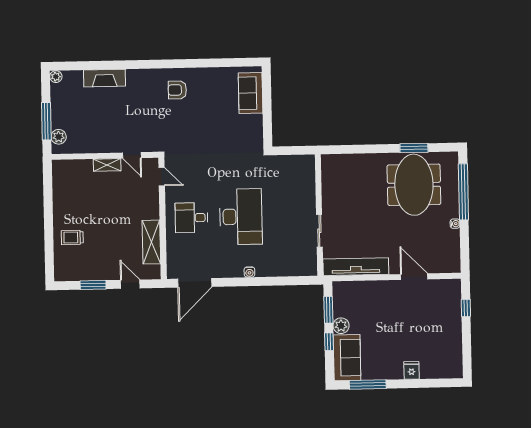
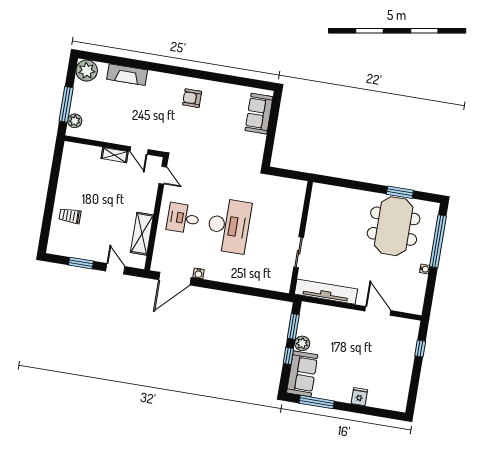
plant: (56, 77) -> (87, 71), width x1.88, depth x1.88
water cooler: (249, 272) -> (198, 273), moved

